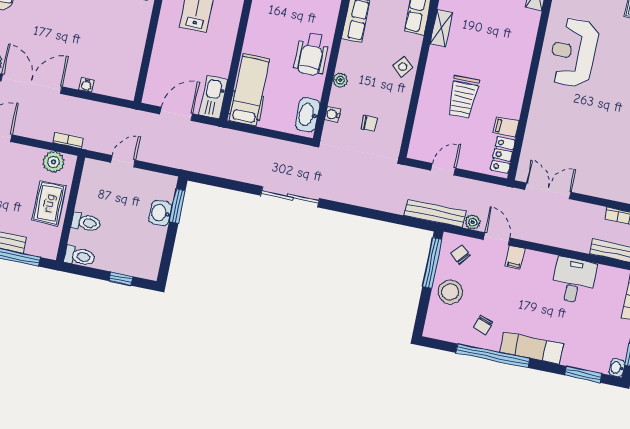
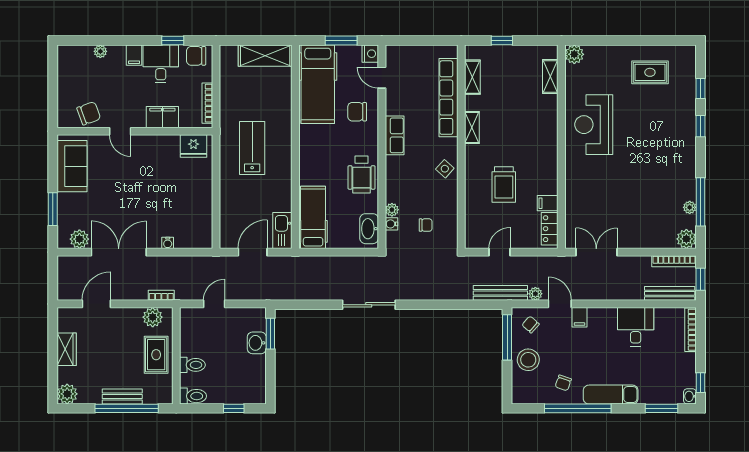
plant: (340, 80) -> (392, 210), moved

